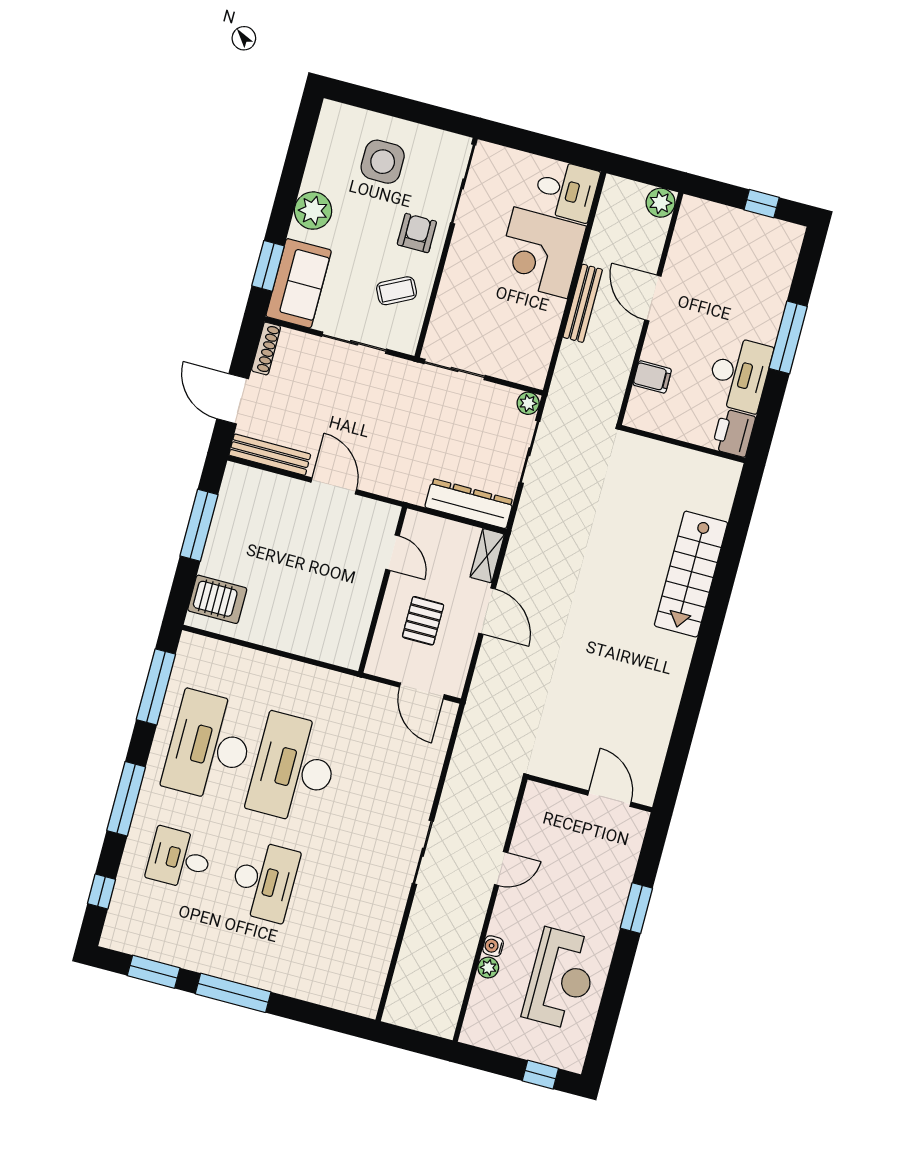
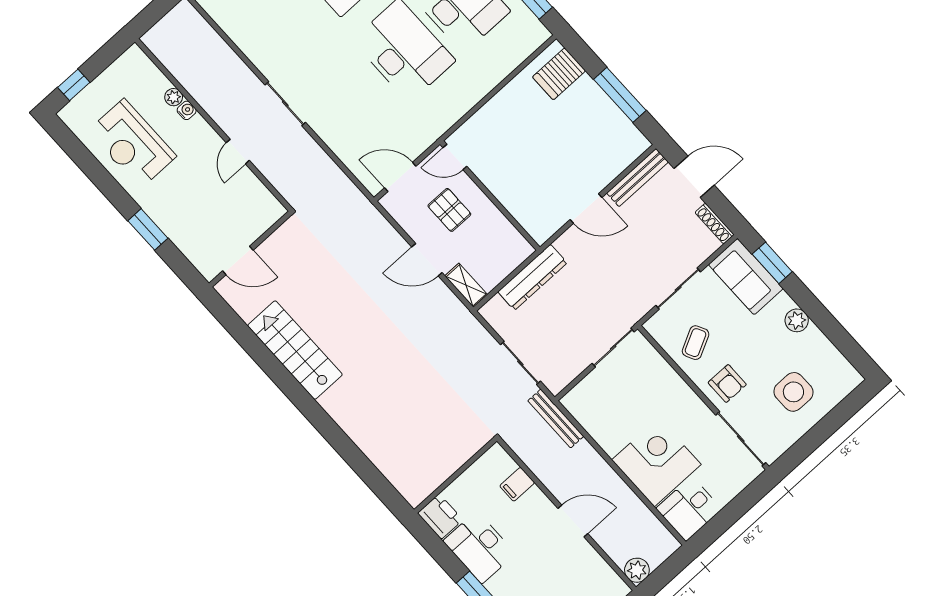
plant: (313, 211) -> (797, 320), width x0.73, depth x0.73
bench: (583, 303) -> (556, 419), moved
plant: (528, 403) -> (555, 384), removed
dresser: (469, 504) -> (532, 277), moved
door: (393, 553) -> (455, 157), moved
stairs: (691, 574) -> (295, 350), moved

